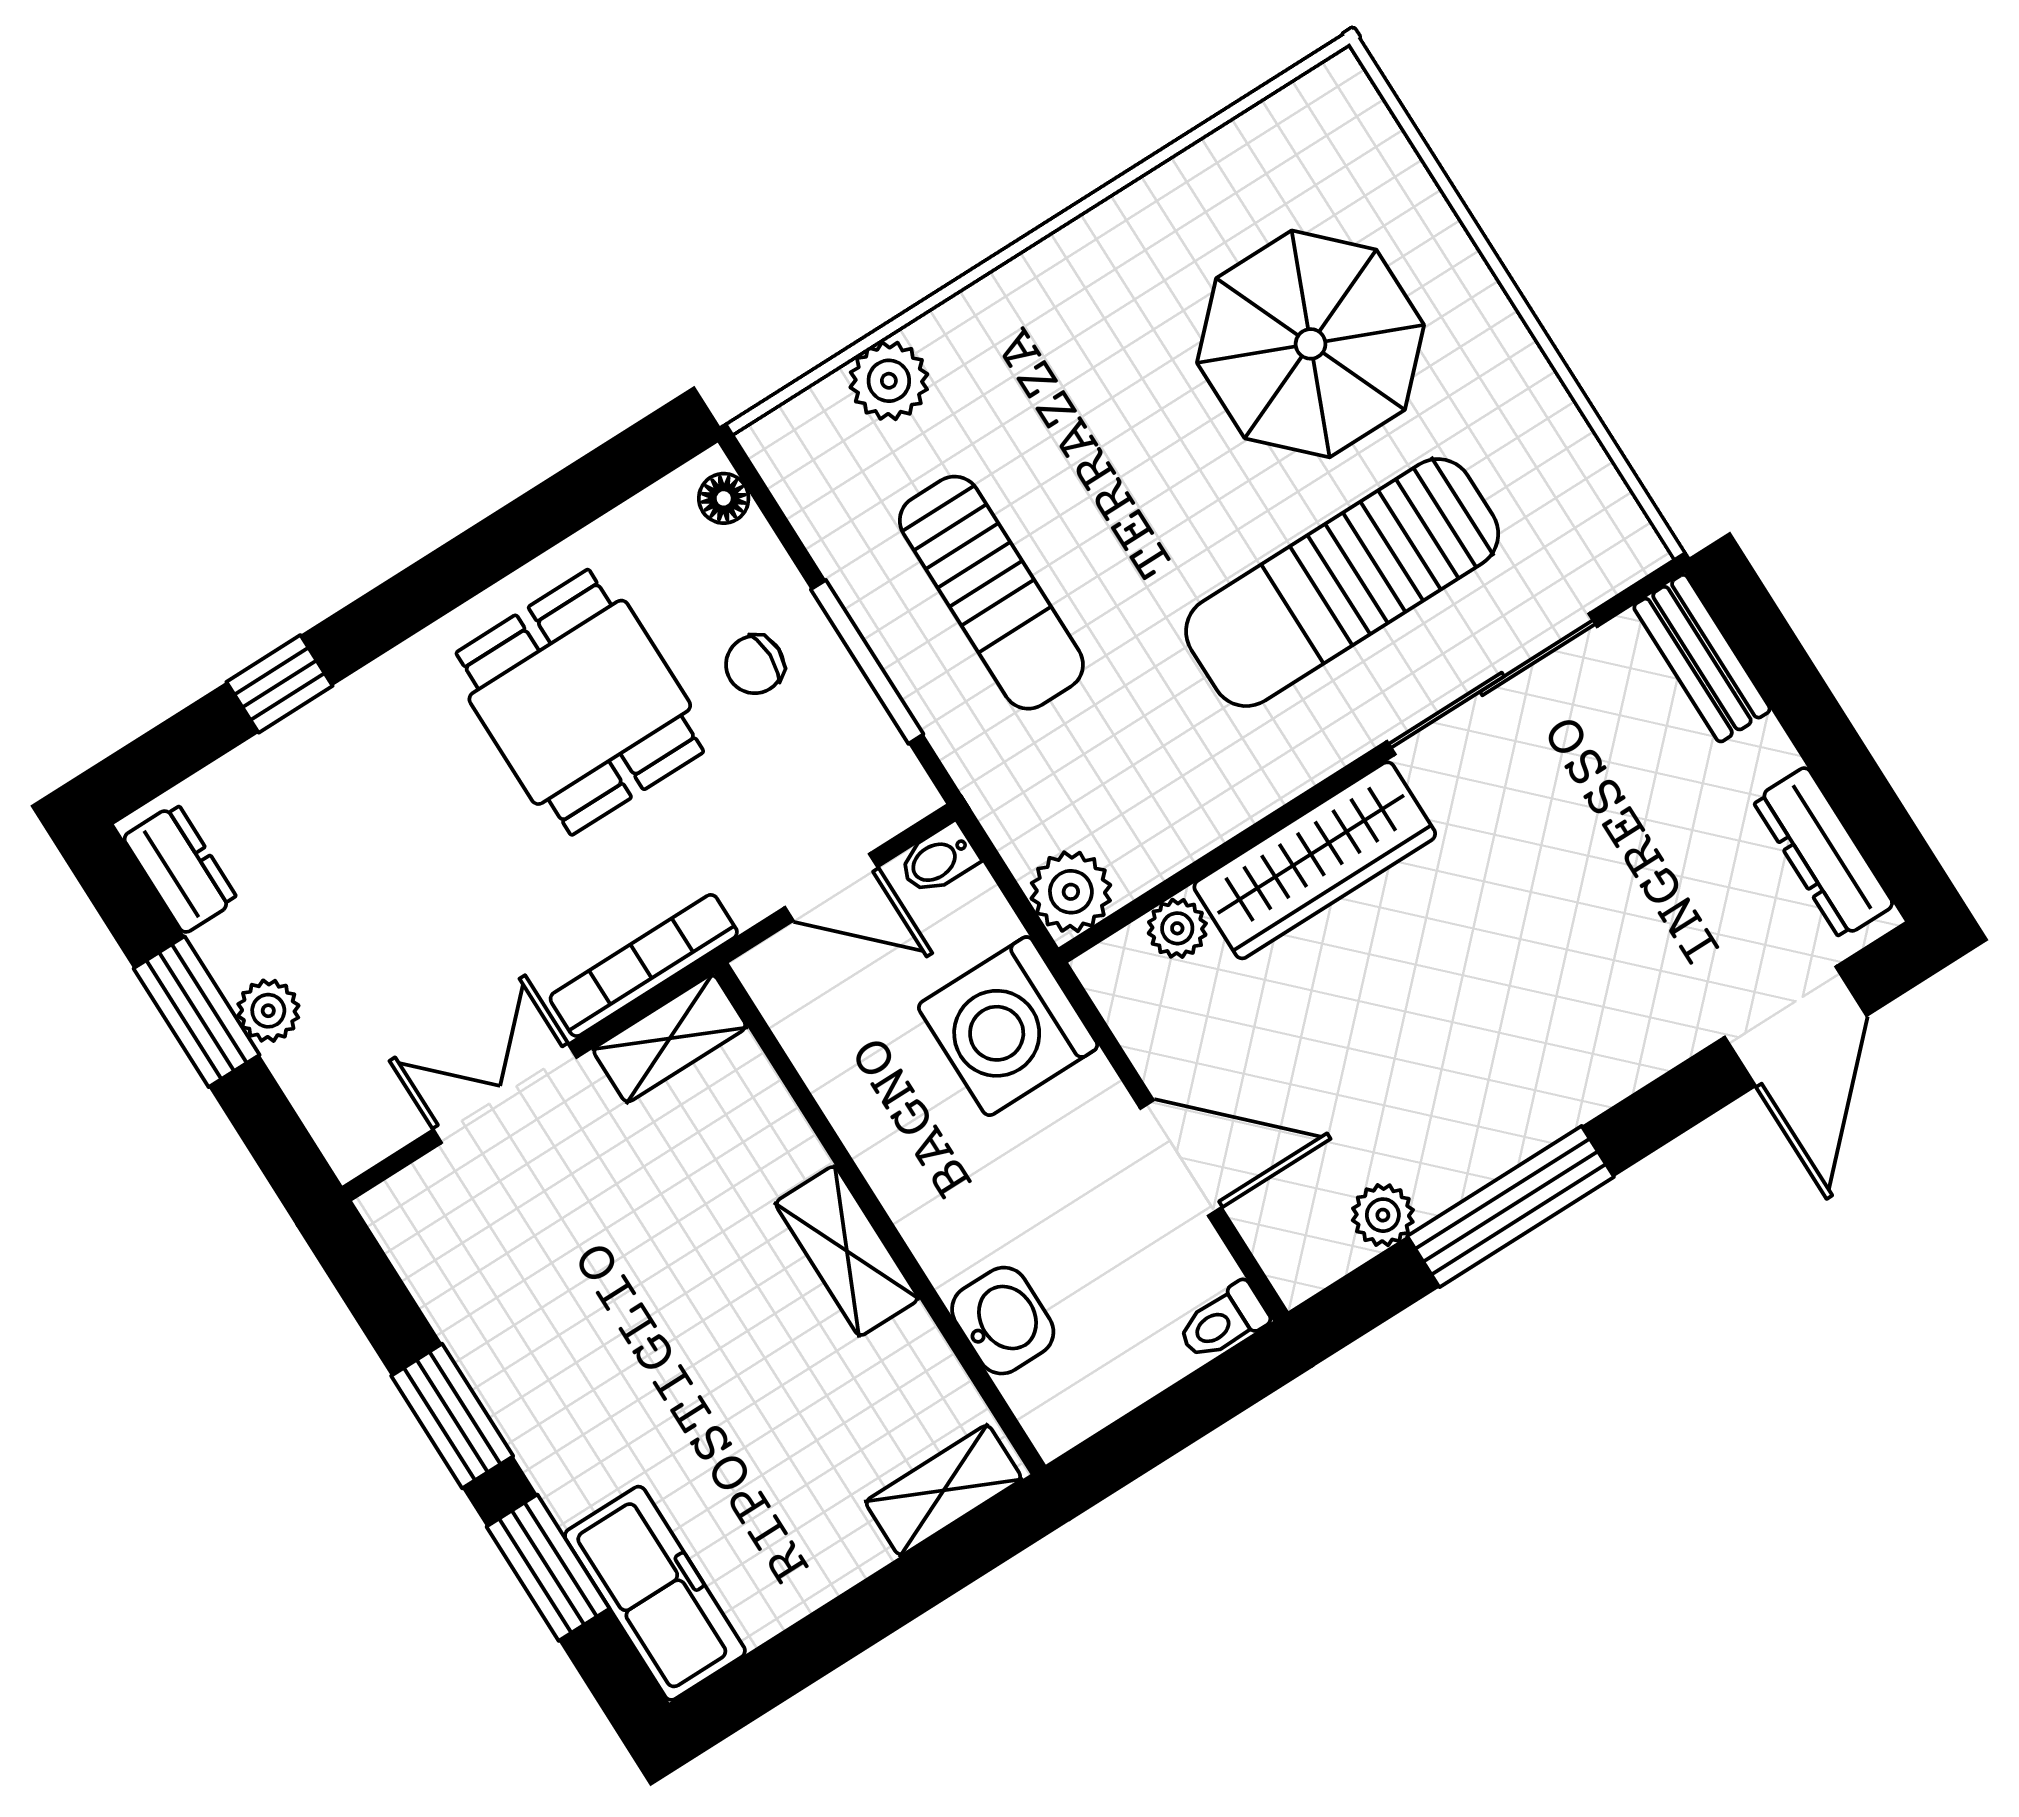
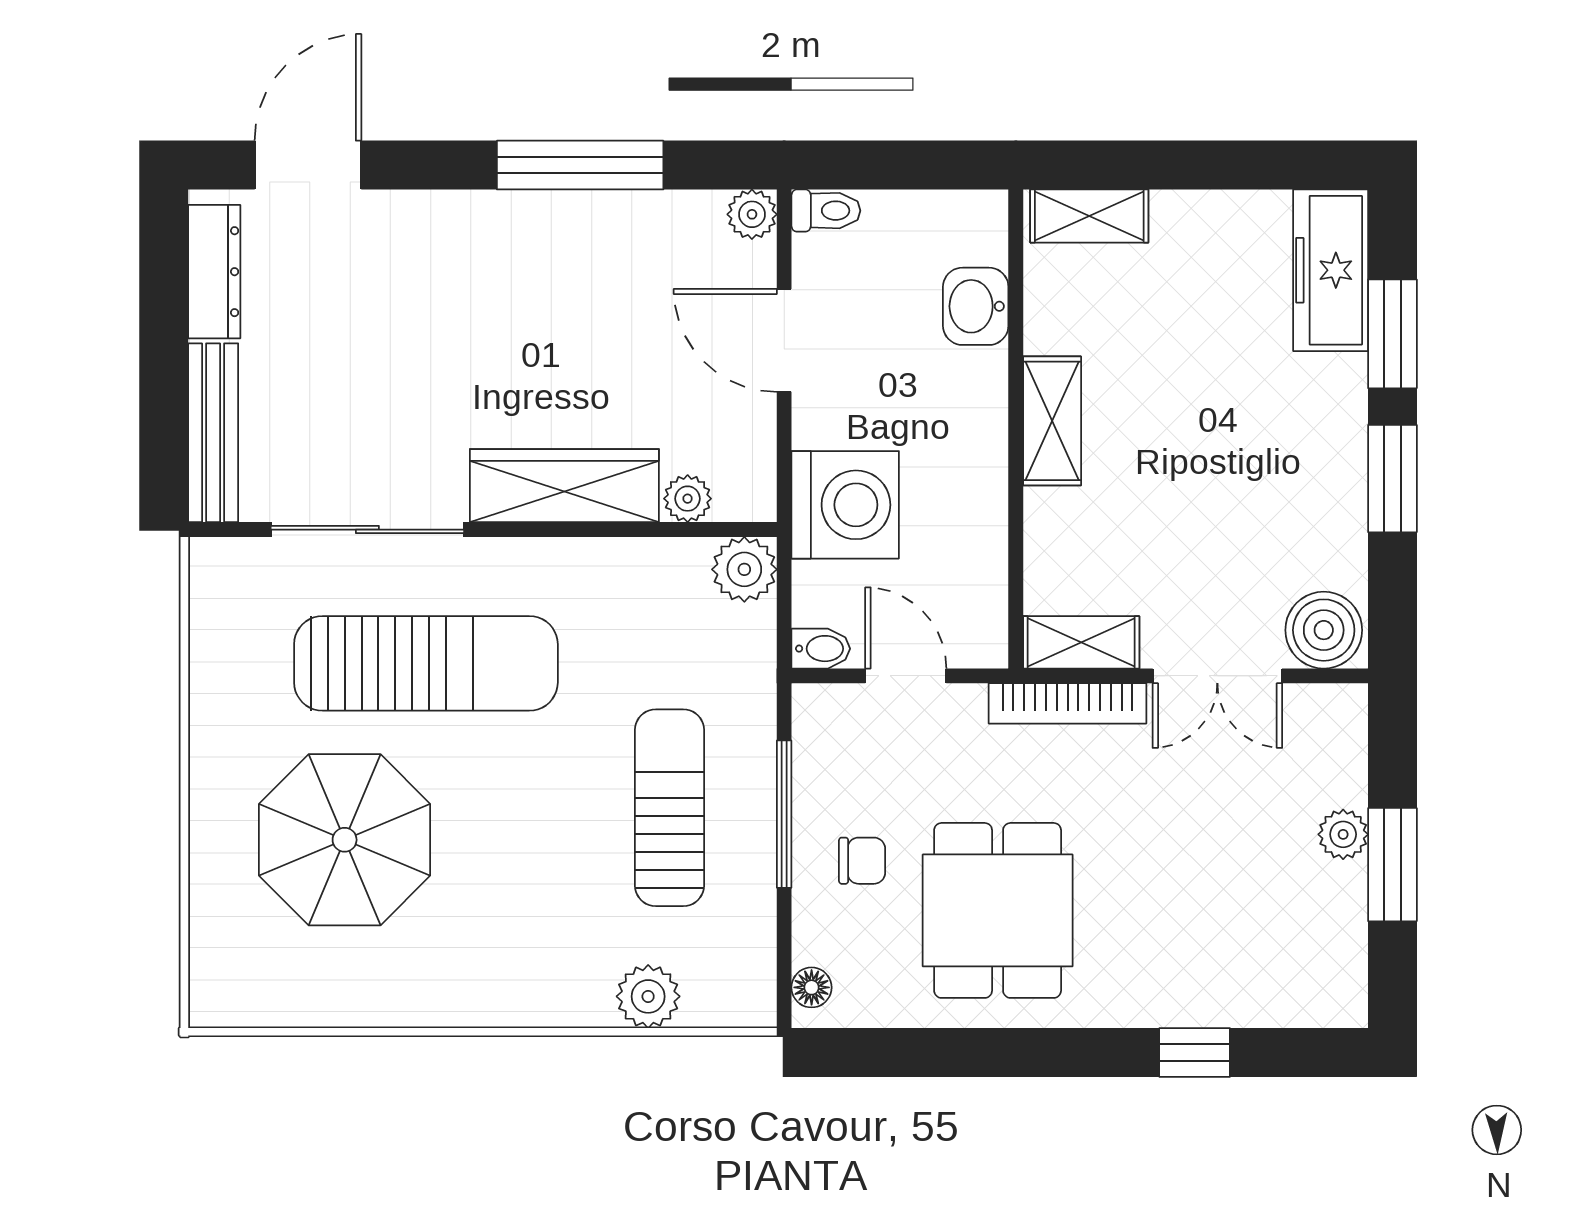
bench: (1702, 658) -> (213, 433), width x1.36
dresser: (180, 868) -> (1342, 969), removed
boiler: (424, 1212) -> (1324, 630), added
plant: (1383, 1215) -> (752, 214), moved

